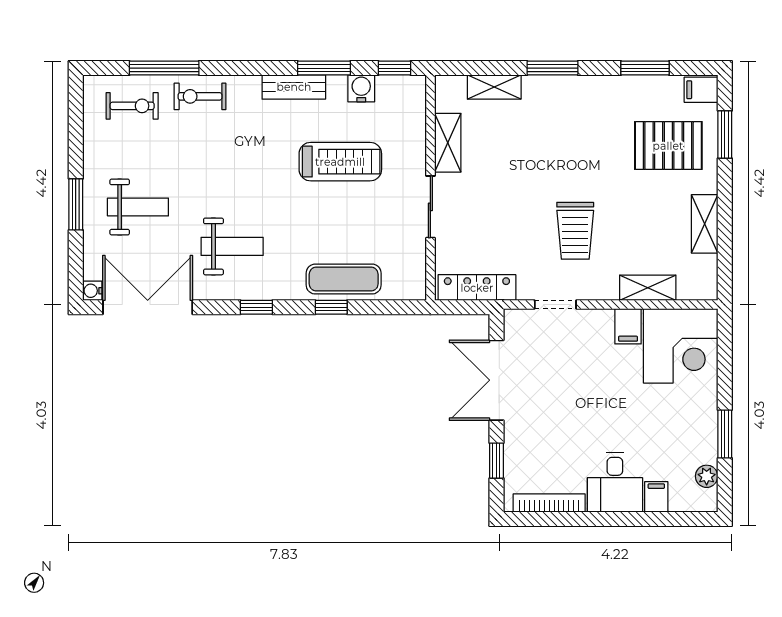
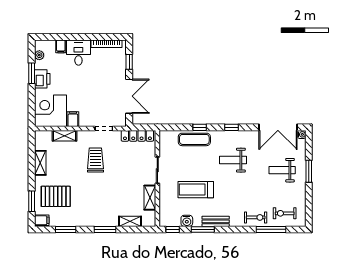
weight bench: (232, 246) -> (233, 160), moved
printer: (700, 421) -> (42, 79), added

